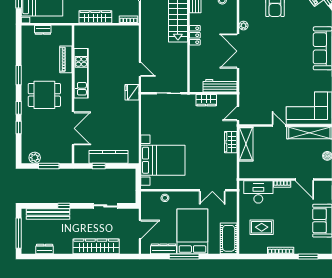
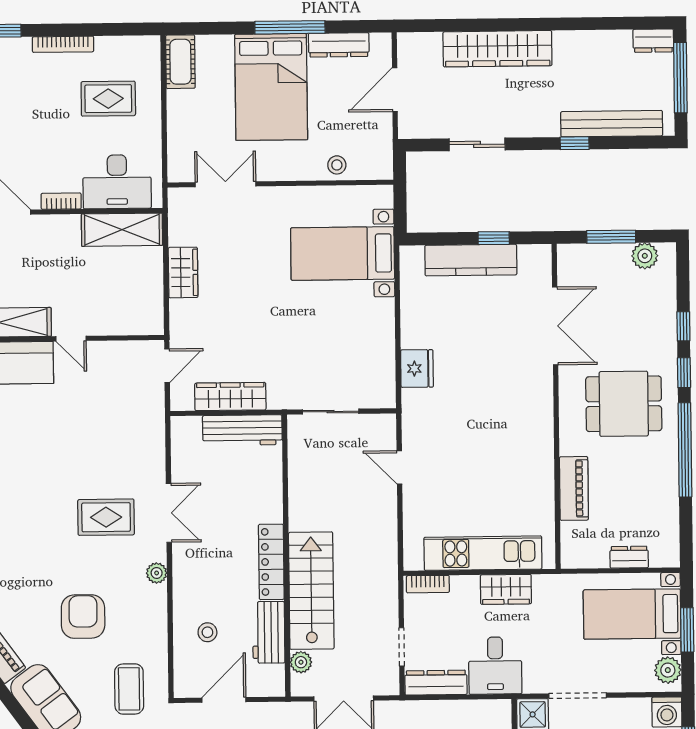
wardrobe: (95, 17) -> (506, 589), width x0.67
locker: (195, 35) -> (271, 562), width x1.53
rug: (265, 50) -> (106, 517), added
double door: (238, 51) -> (169, 513), width x0.73
kitchen unit: (81, 73) -> (483, 553), moved, turned 90
window: (19, 75) -> (685, 450), width x2.11
workbench: (220, 86) -> (242, 430), moved
fridge: (132, 92) -> (417, 368), moved
wardrobe: (206, 100) -> (230, 397), width x1.50
double door: (73, 128) -> (555, 326), swing flipped
wardrobe: (231, 142) -> (183, 272), moved
shelving: (246, 144) -> (122, 230), moved, turned 90
bed with nightstands: (163, 160) -> (343, 253), width x0.73
cot: (229, 238) -> (180, 62), width x0.73, depth x0.75
dresser: (45, 249) -> (653, 41), moved

